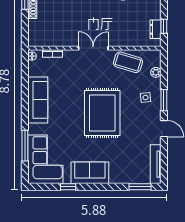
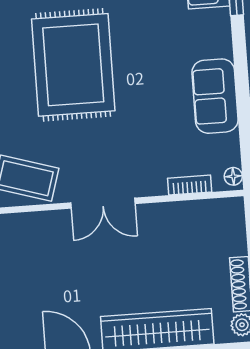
sofa: (38, 100) -> (215, 96), width x0.73

